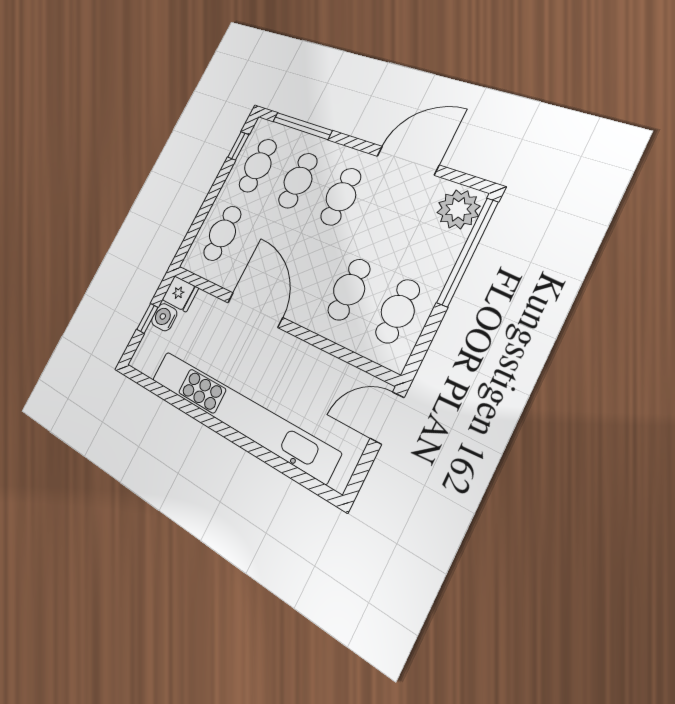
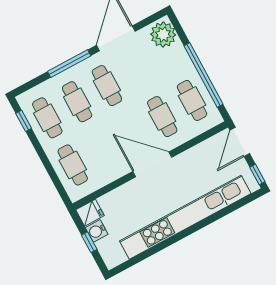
window: (302, 126) -> (69, 64), moved
window: (468, 252) -> (204, 75), moved
door: (255, 310) -> (152, 164), moved
window: (359, 477) -> (257, 174), added

